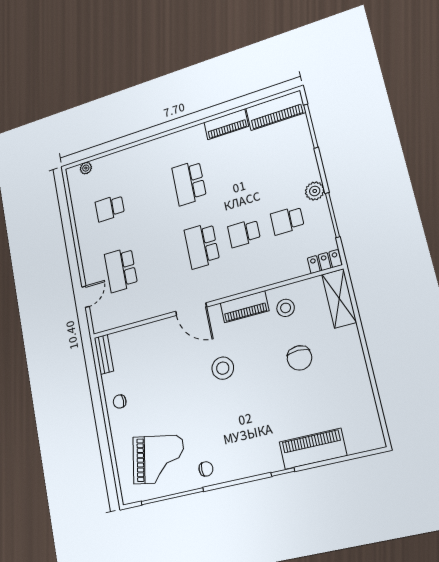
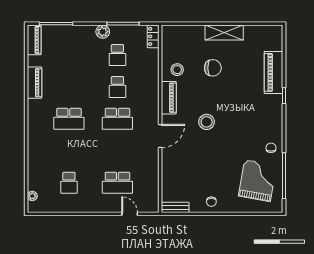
piano: (276, 110) -> (34, 40), width x0.73, depth x0.75
shelving: (339, 298) -> (224, 33), moved

